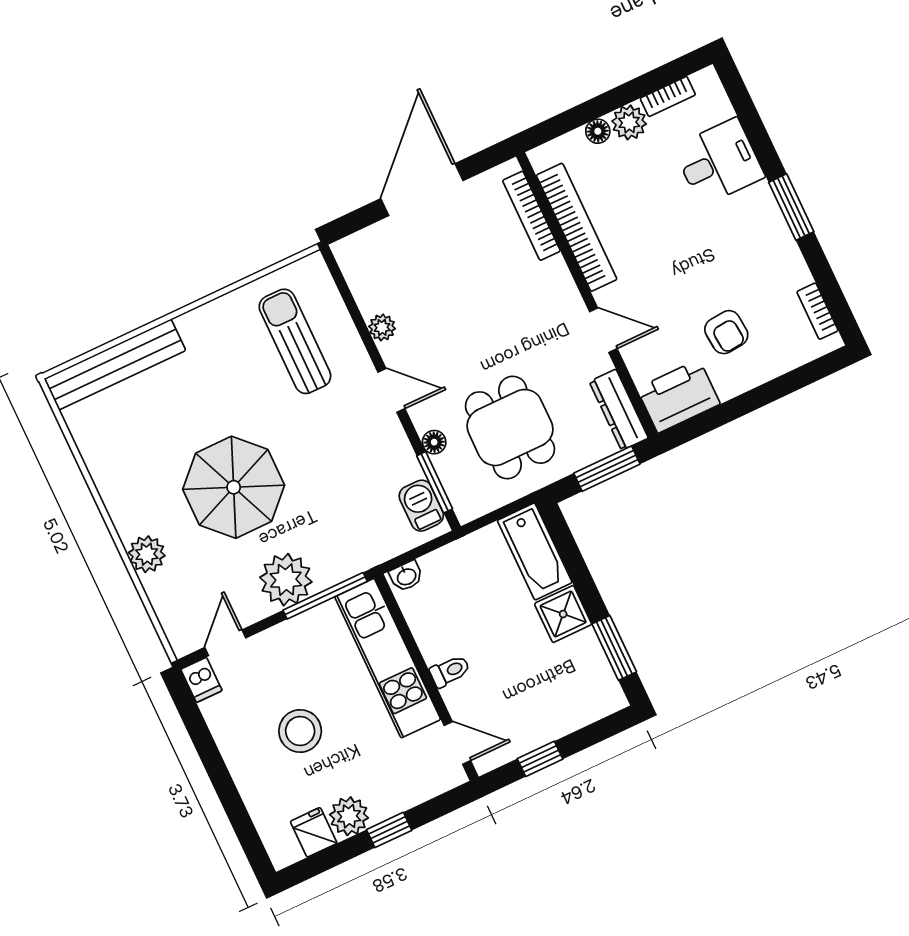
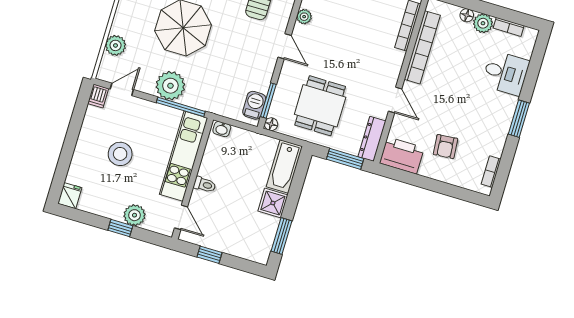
floor lamp: (434, 442) -> (271, 124), moved
plant: (147, 554) -> (116, 45), moved
plant: (349, 816) -> (134, 215), moved
fridge: (314, 832) -> (70, 196), moved

